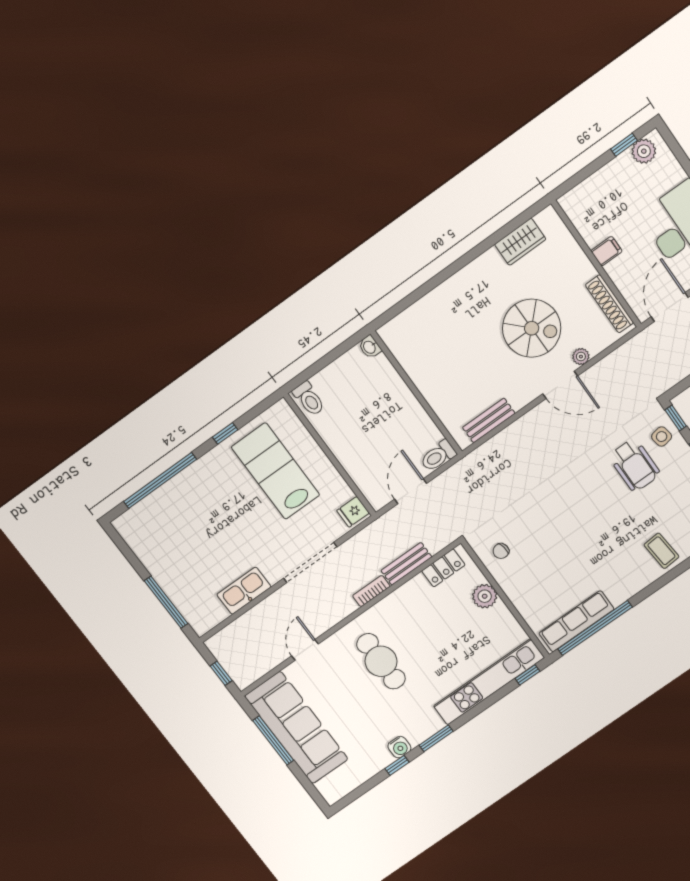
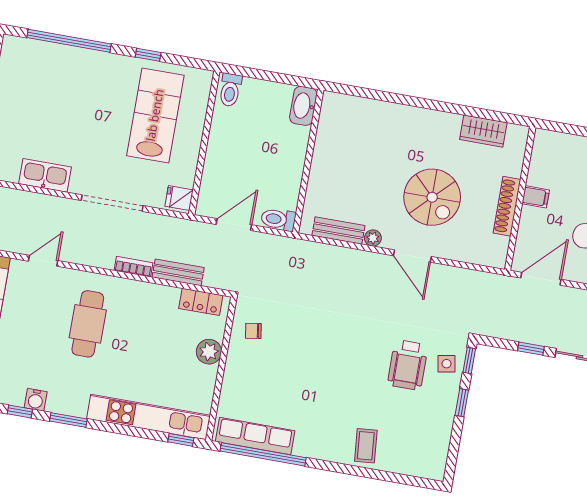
shoe rack: (609, 304) -> (507, 206), moved
washbasin: (370, 347) -> (303, 106), width x1.91, depth x1.45
plant: (581, 357) -> (373, 238), moved

